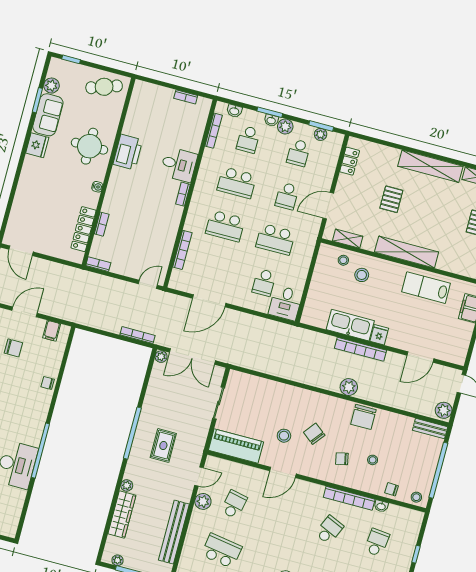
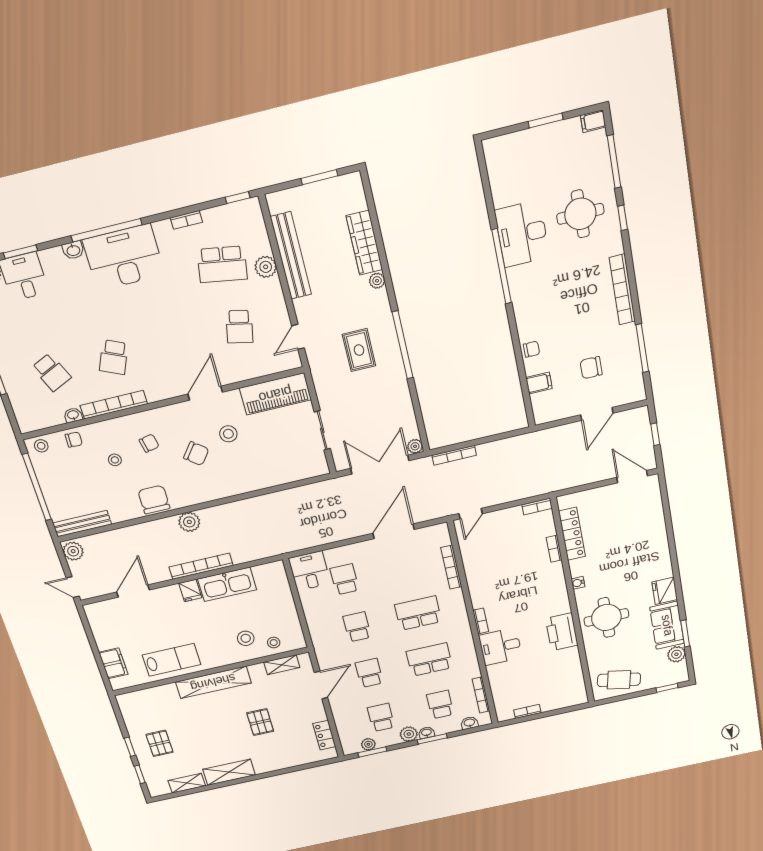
cafe table: (104, 87) -> (619, 680), turned 31
shelving: (430, 166) -> (229, 772), width x0.68
school desk: (276, 239) -> (357, 627), width x0.54
filing cabinet: (52, 331) -> (539, 383), moved, turned 90
bench: (430, 429) -> (82, 524), width x1.36
plant: (203, 501) -> (266, 267), moved
school desk: (377, 542) -> (52, 372), turned -30
plant: (117, 560) -> (340, 183), removed

